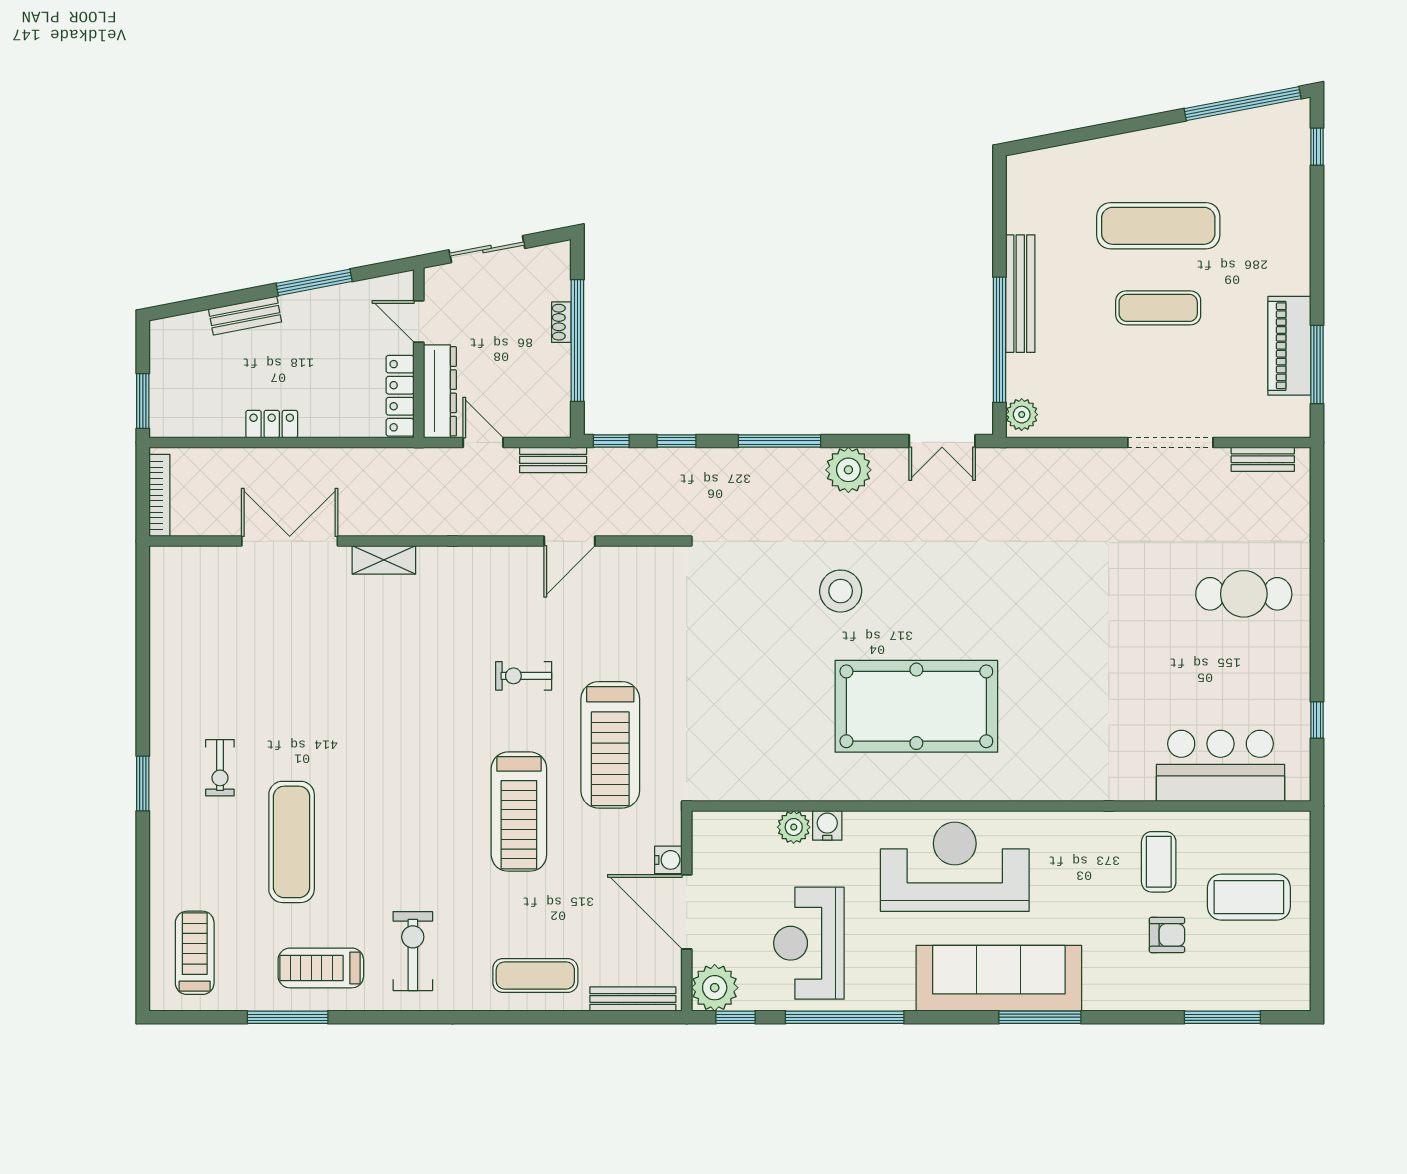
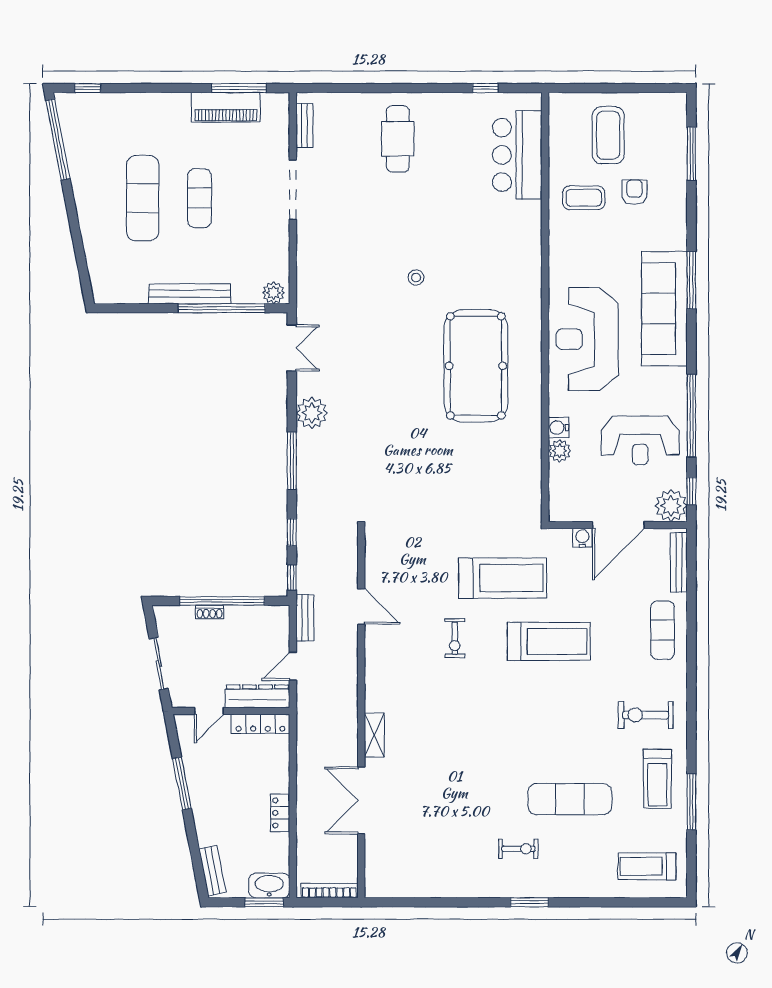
bench: (245, 316) -> (212, 871), moved
washbasin: (167, 408) -> (269, 885), added
stool: (841, 591) -> (416, 277), moved, width x0.53, depth x0.53

